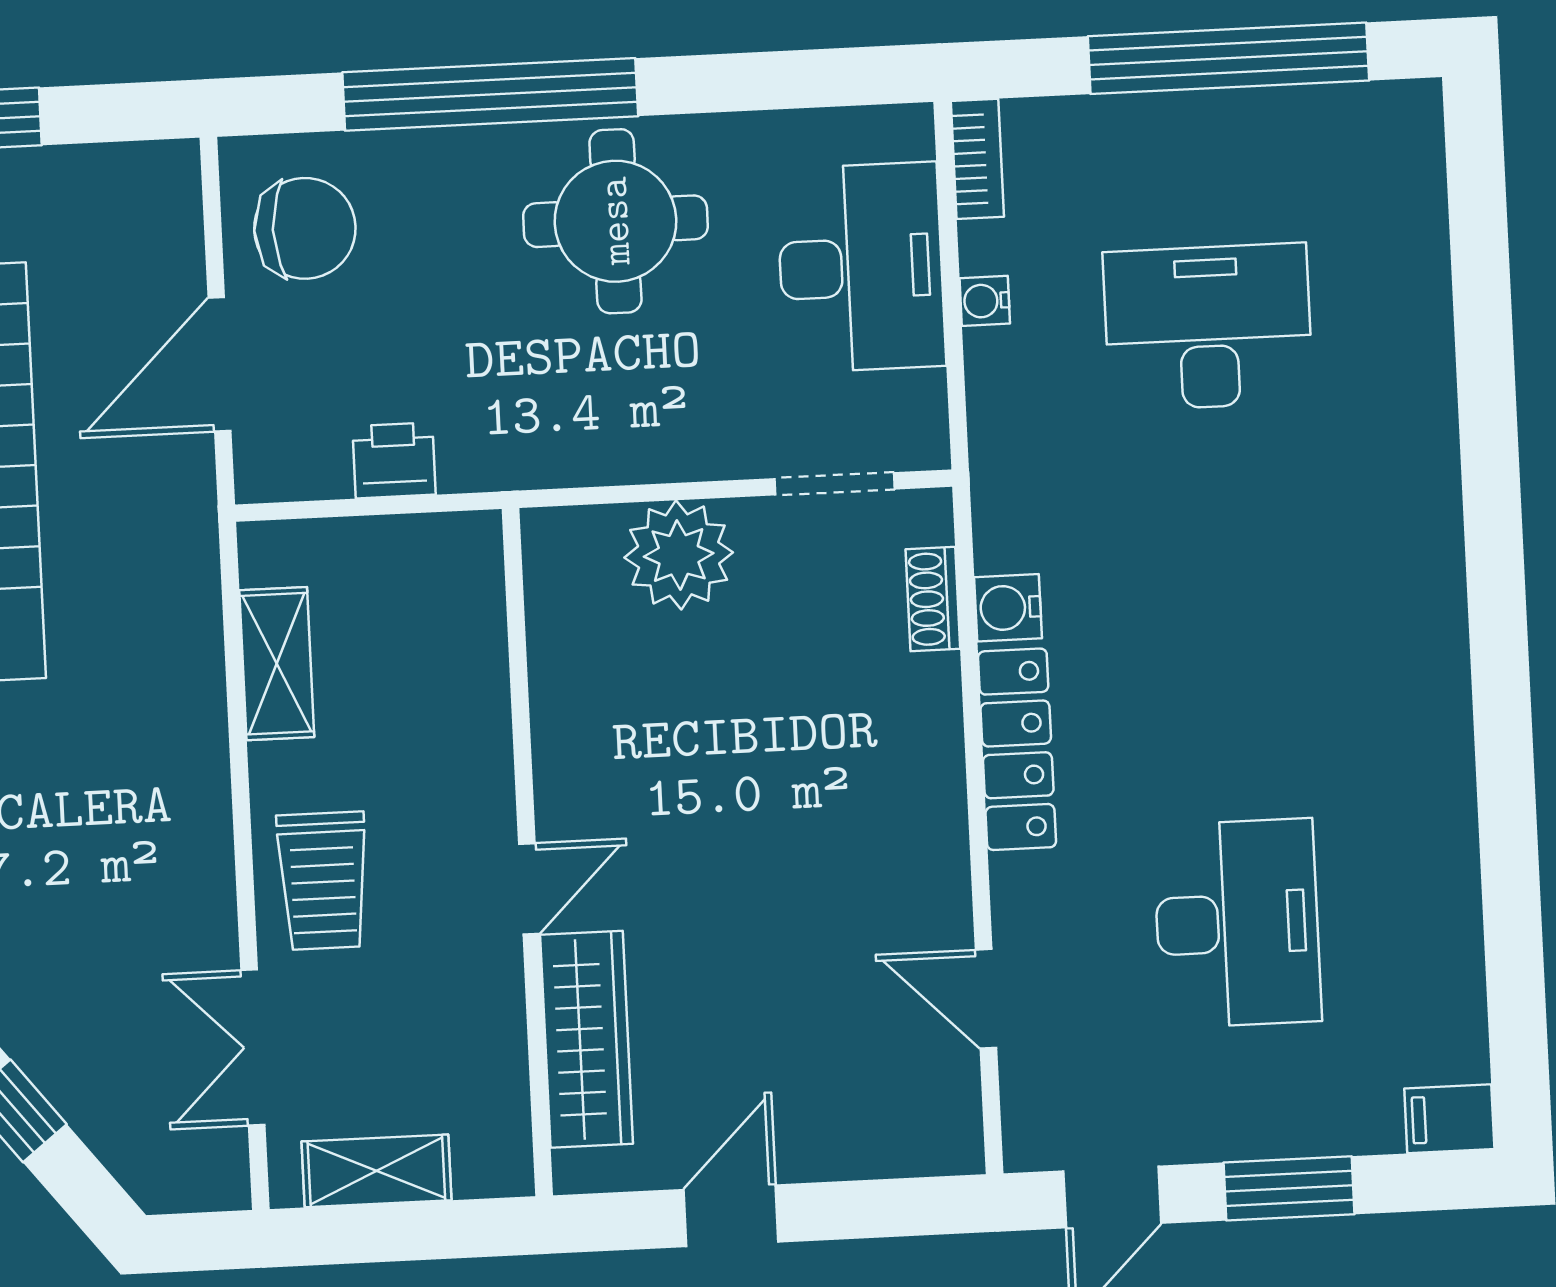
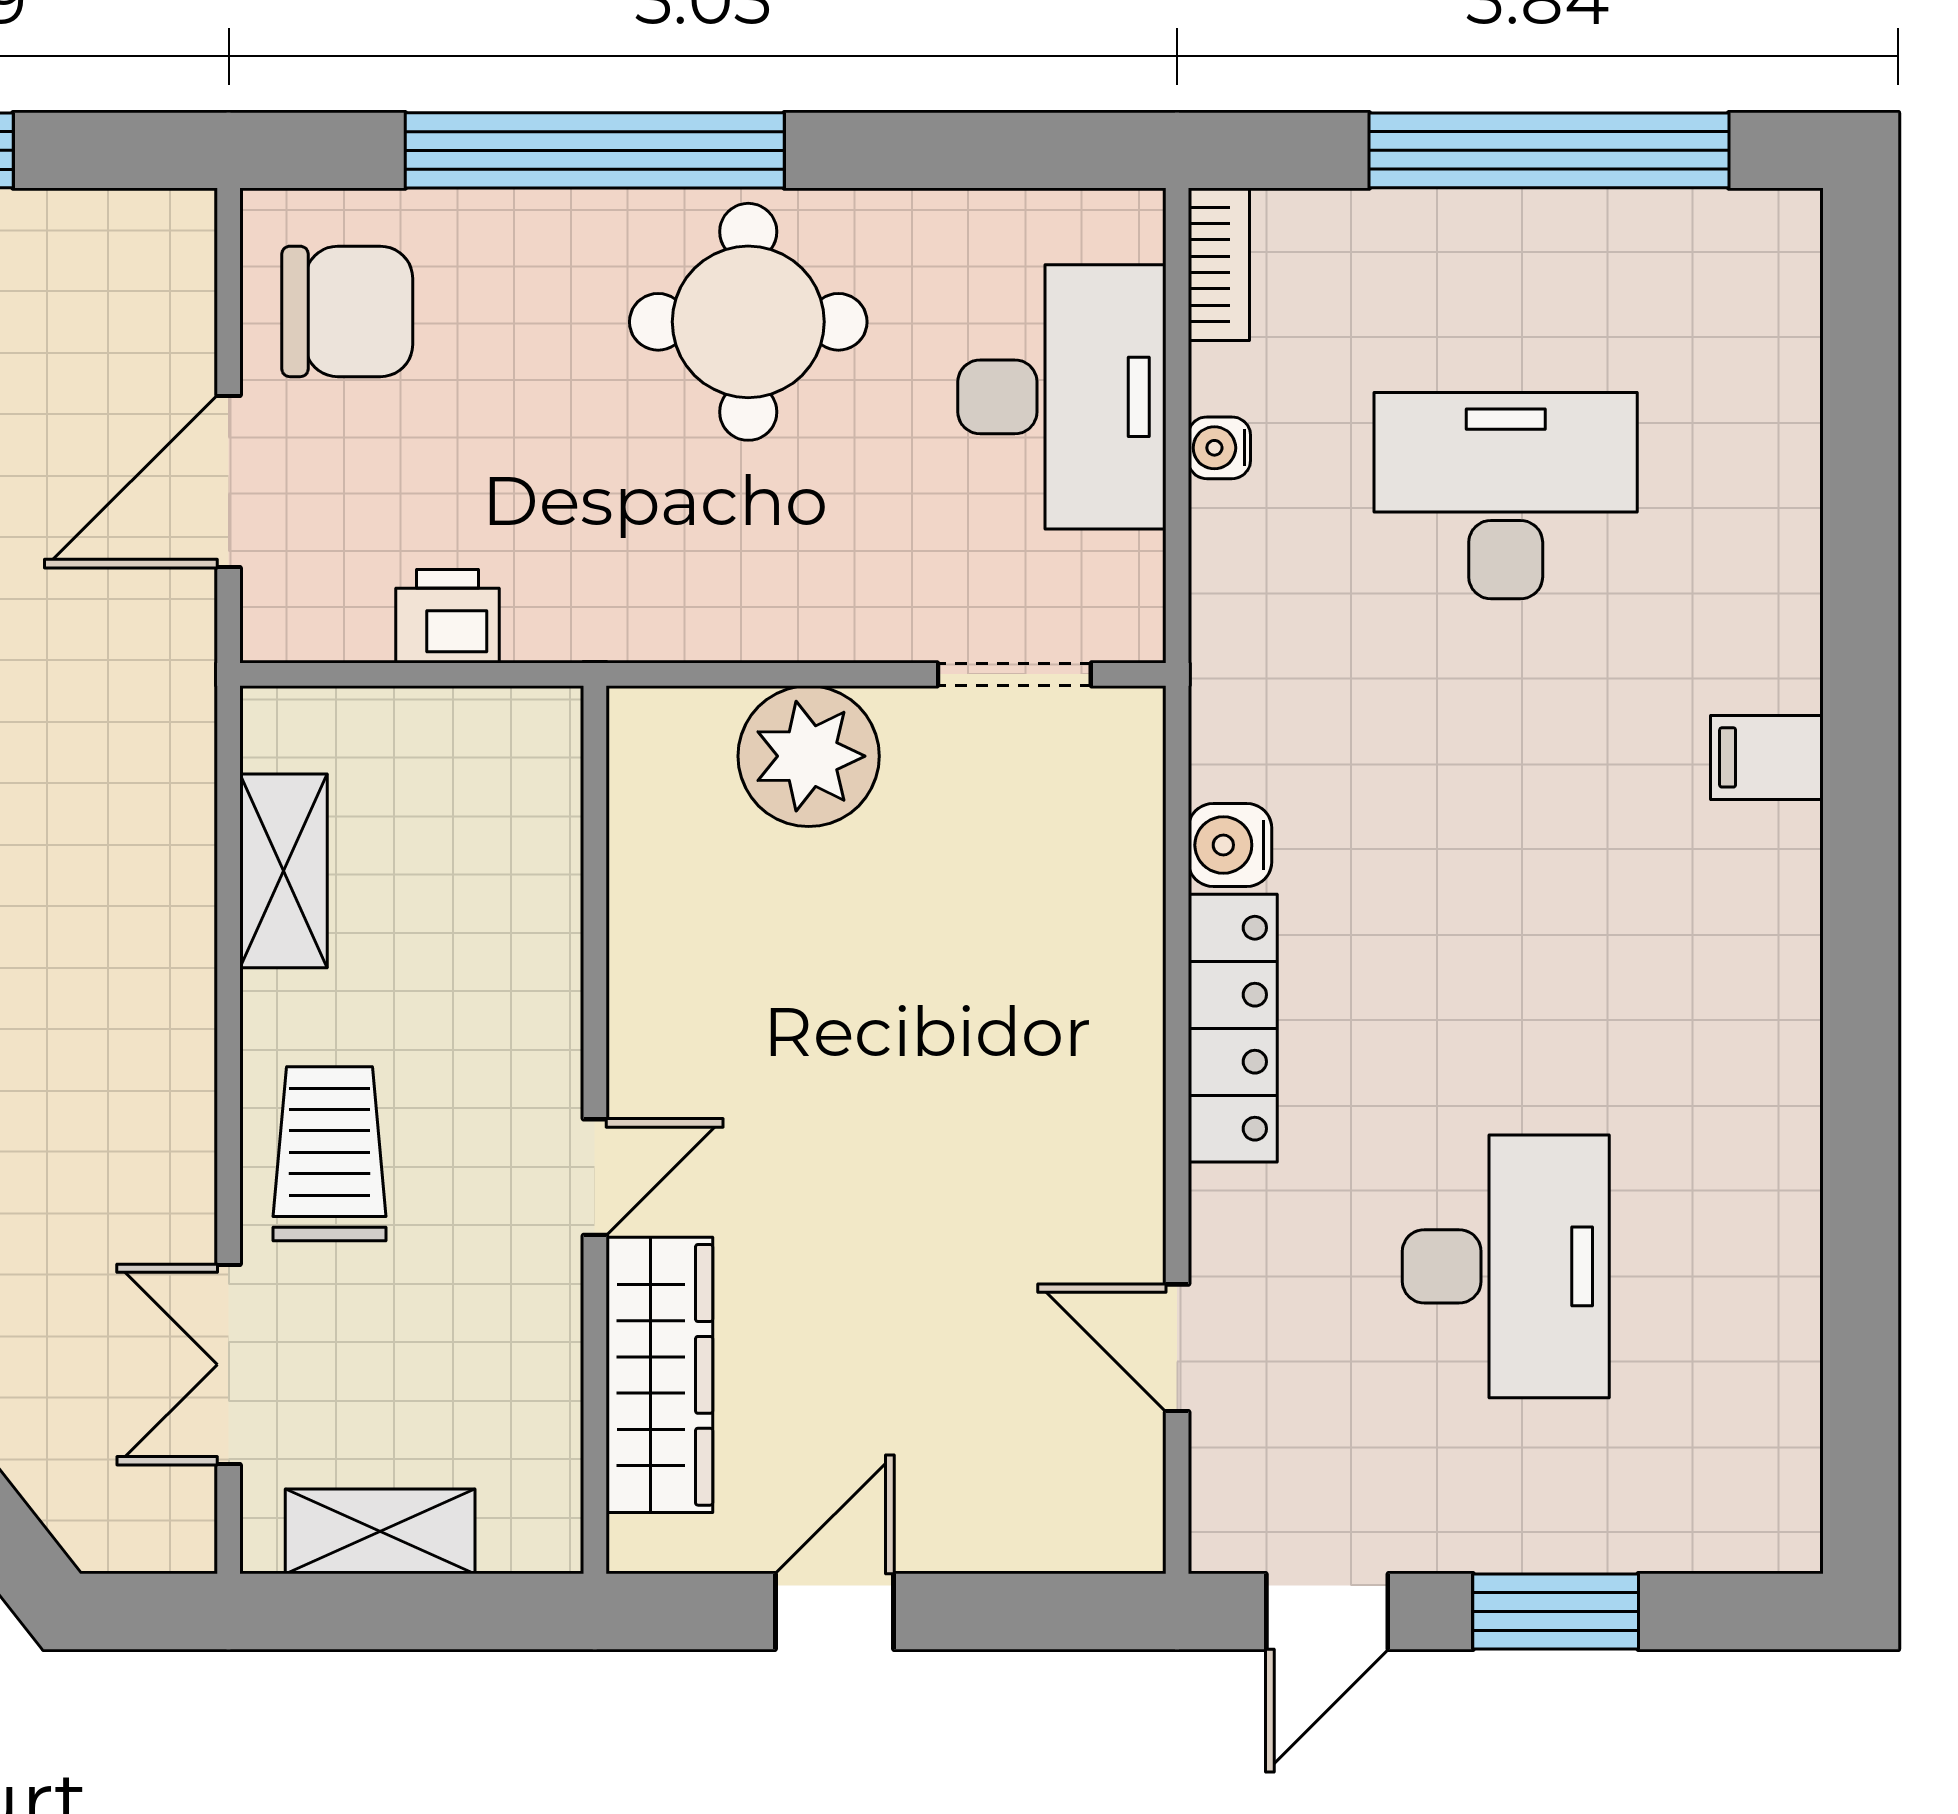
shoe rack: (933, 599) -> (1134, 829), removed
trolley: (323, 881) -> (330, 1154), turned 180
filing cabinet: (1449, 1119) -> (1767, 757), moved

